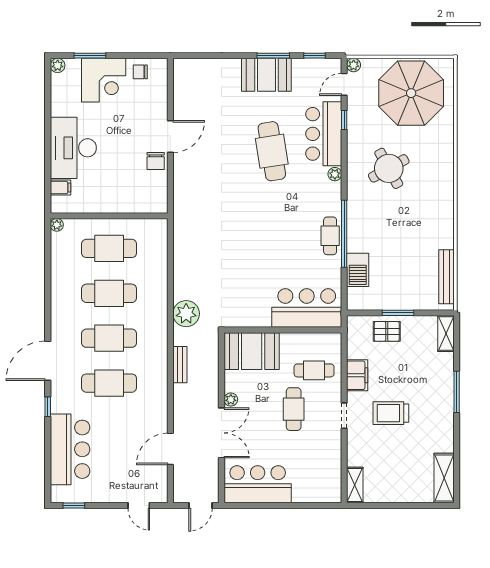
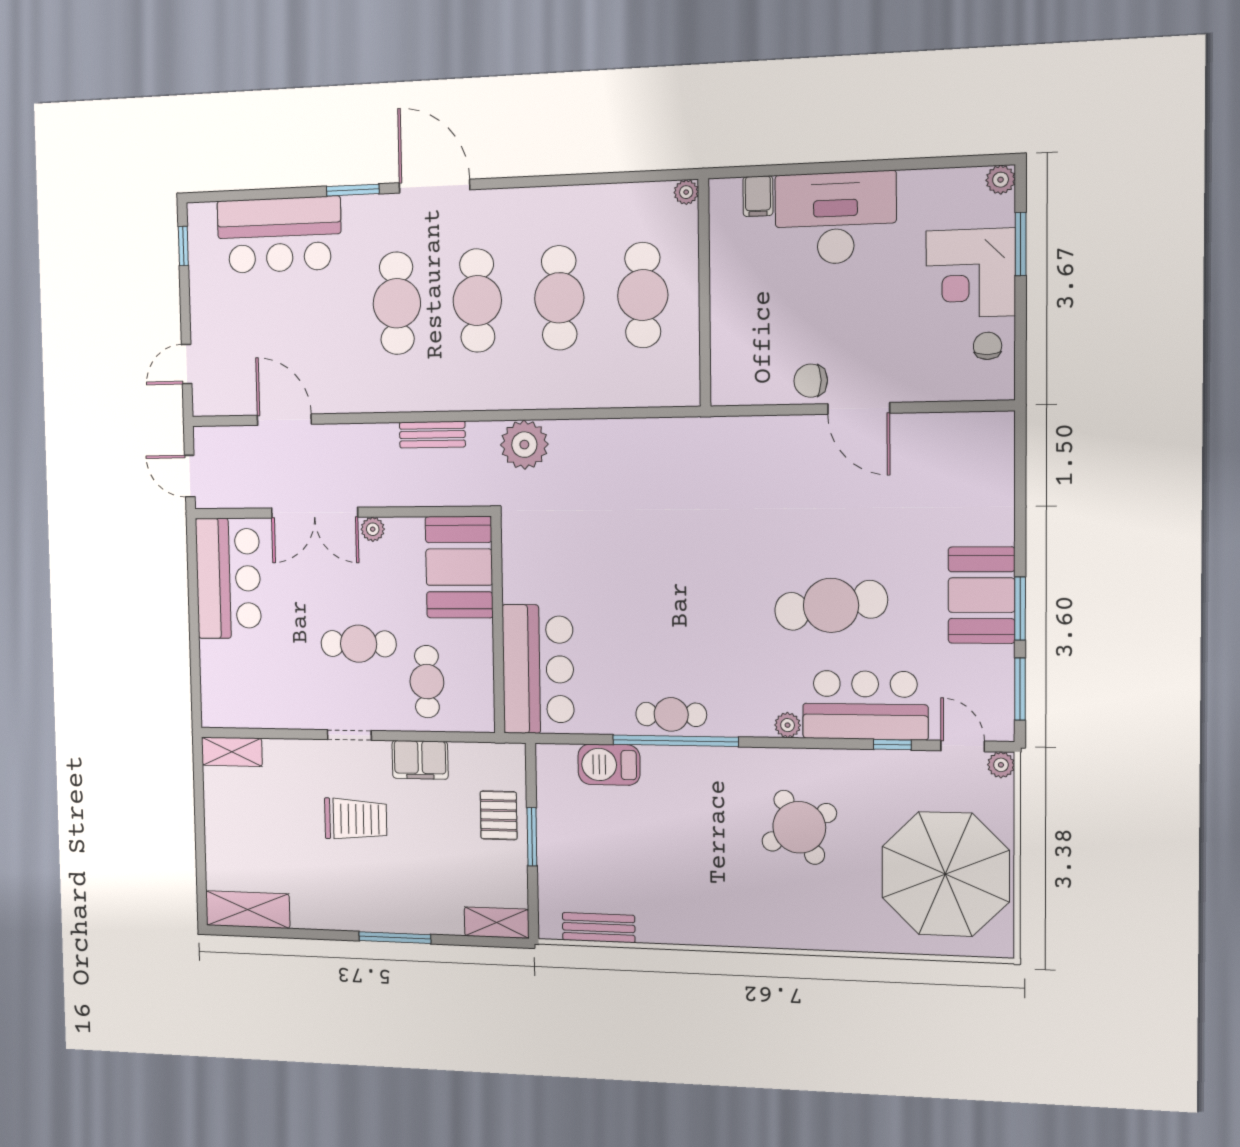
window: (314, 56) -> (1020, 689), width x1.50
bench: (446, 277) -> (599, 928), width x0.73
window: (48, 407) -> (353, 190), width x1.50
trolley: (391, 413) -> (356, 819), turned 90

